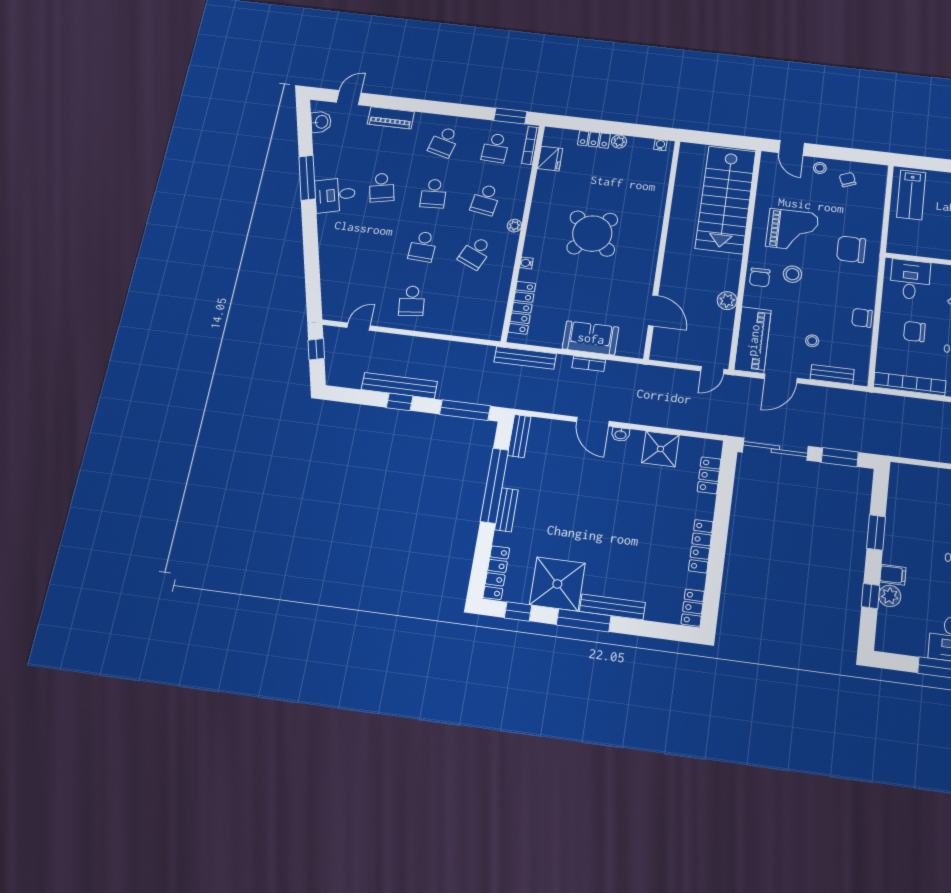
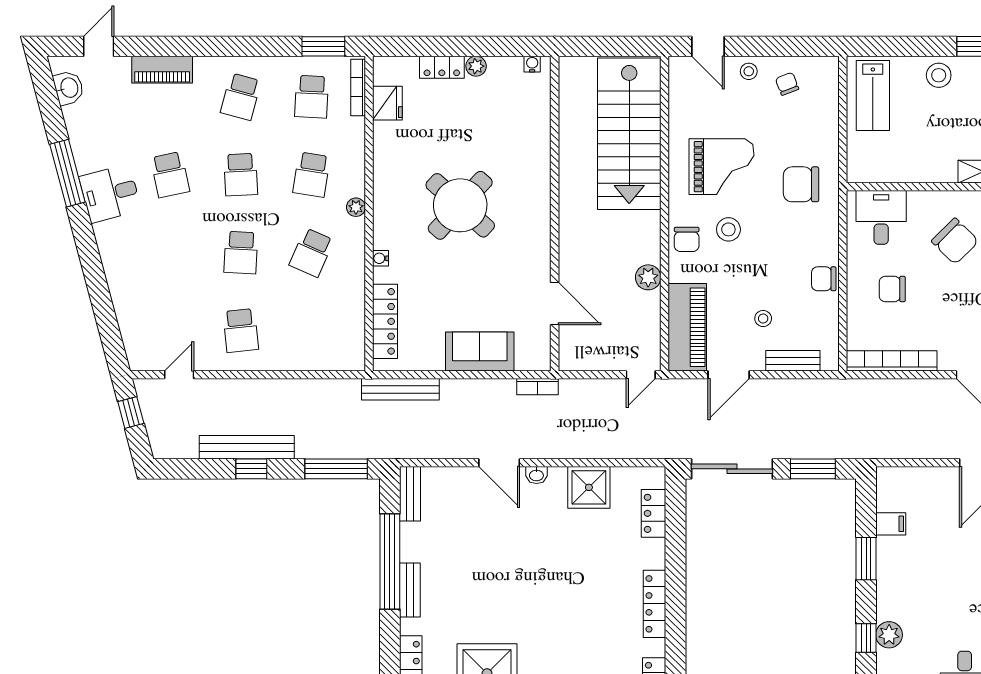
bookcase: (589, 364) -> (537, 387), moved
filing cabinet: (893, 575) -> (891, 524), moved

